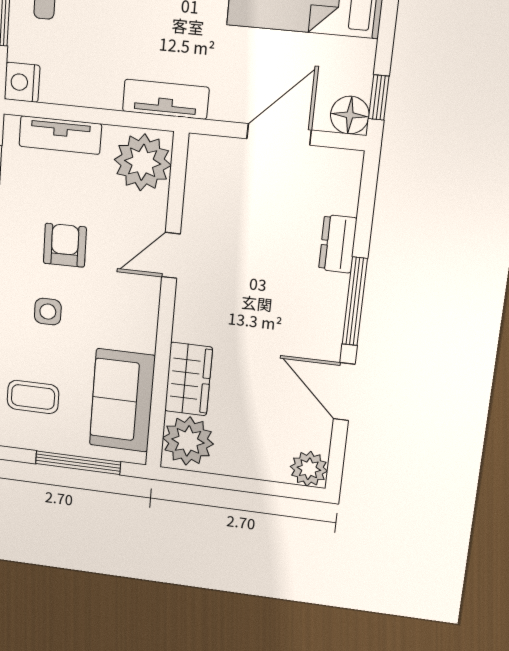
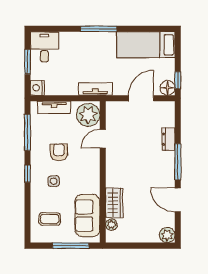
door: (171, 255) -> (103, 139), moved
plant: (188, 441) -> (111, 225), width x0.53, depth x0.53

